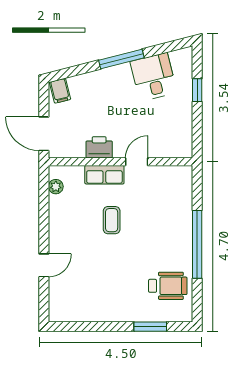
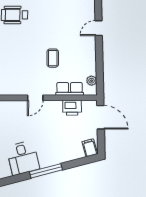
printer: (99, 147) -> (72, 108), moved
row of seats: (104, 175) -> (70, 89), moved

